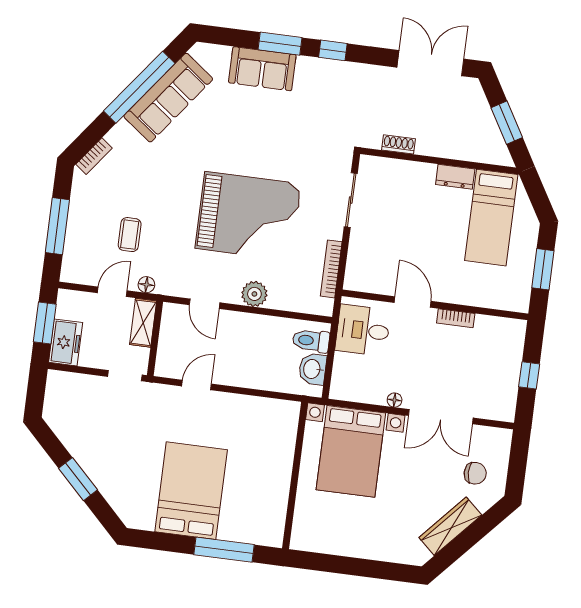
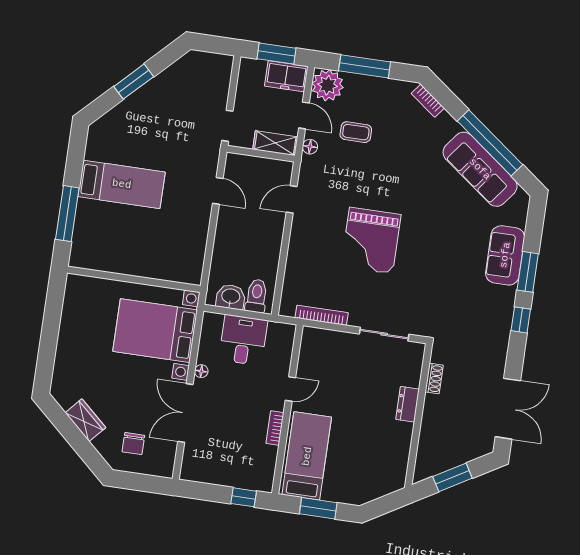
dresser: (455, 177) -> (408, 404), moved
grand piano: (248, 216) -> (371, 241), width x0.73, depth x0.68
bed: (491, 218) -> (307, 456), moved, turned 90
plant: (254, 294) -> (328, 85), moved, width x1.36, depth x1.36
door: (413, 302) -> (290, 389), width x0.73
desk: (363, 330) -> (243, 340), moved
freezer: (66, 342) -> (286, 76), moved
window: (529, 375) -> (244, 497), moved
bed: (191, 491) -> (122, 184), width x0.67
wardrobe: (450, 526) -> (85, 420), width x0.67

